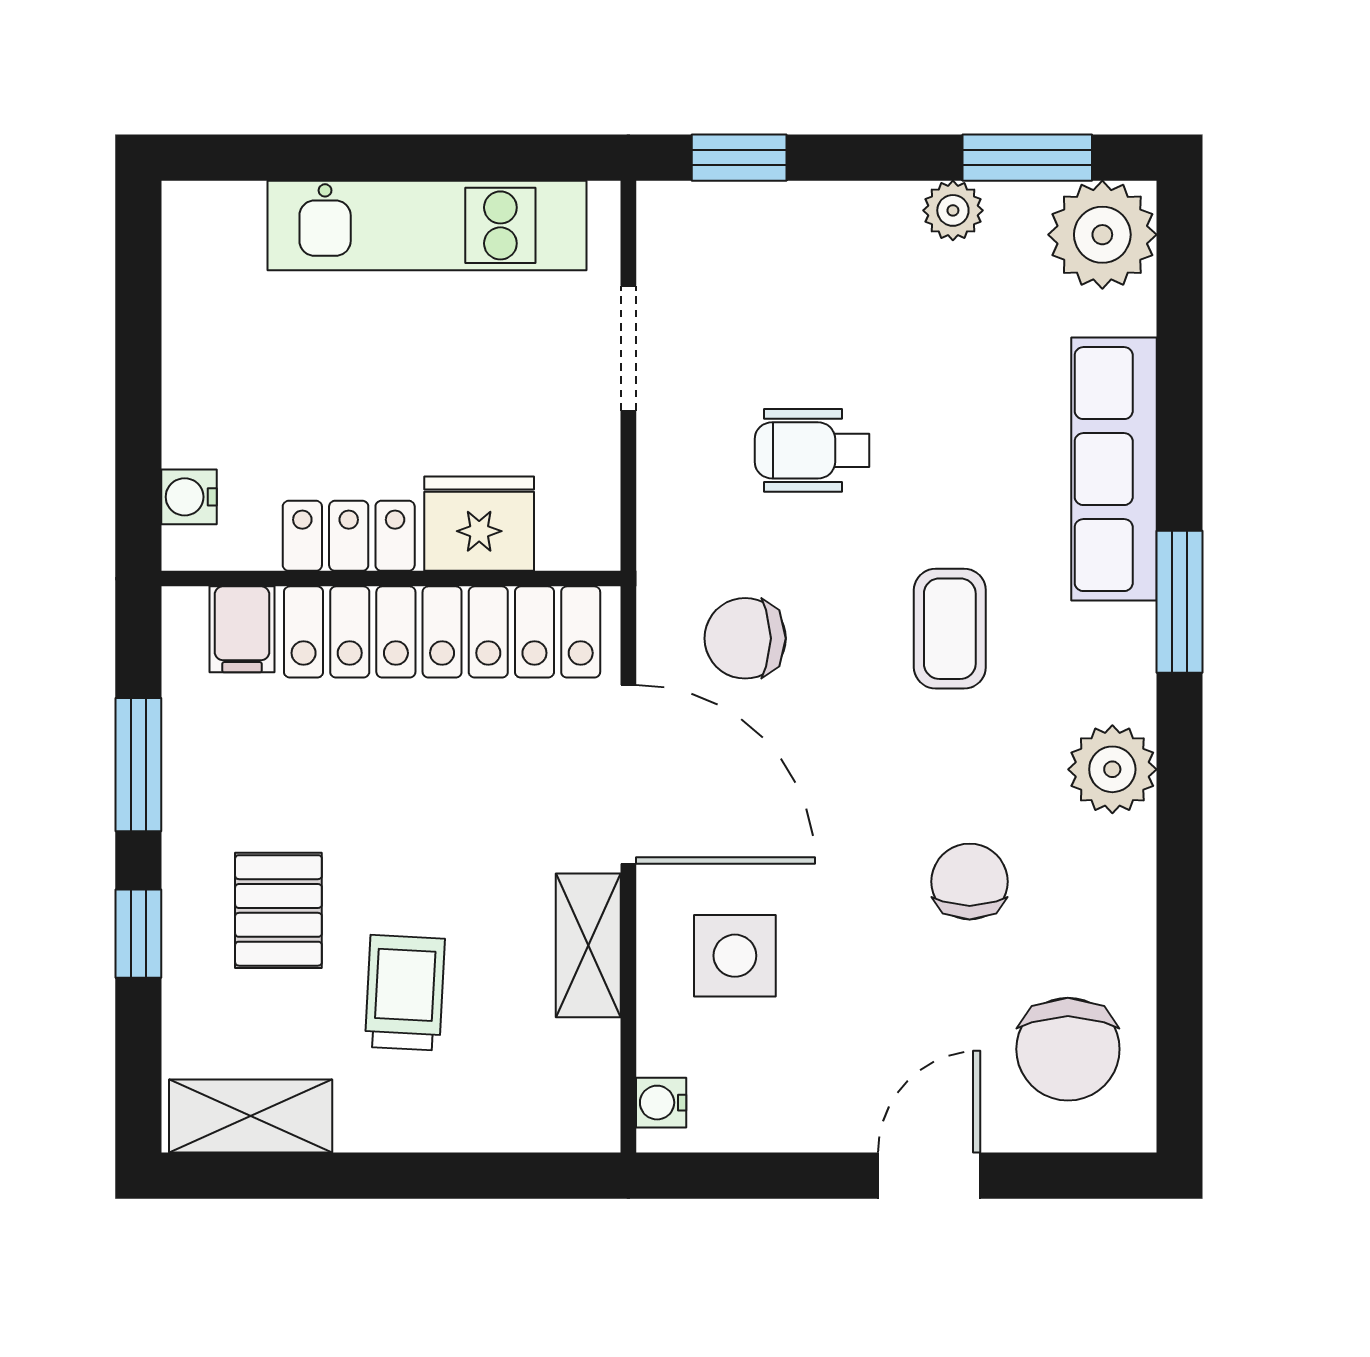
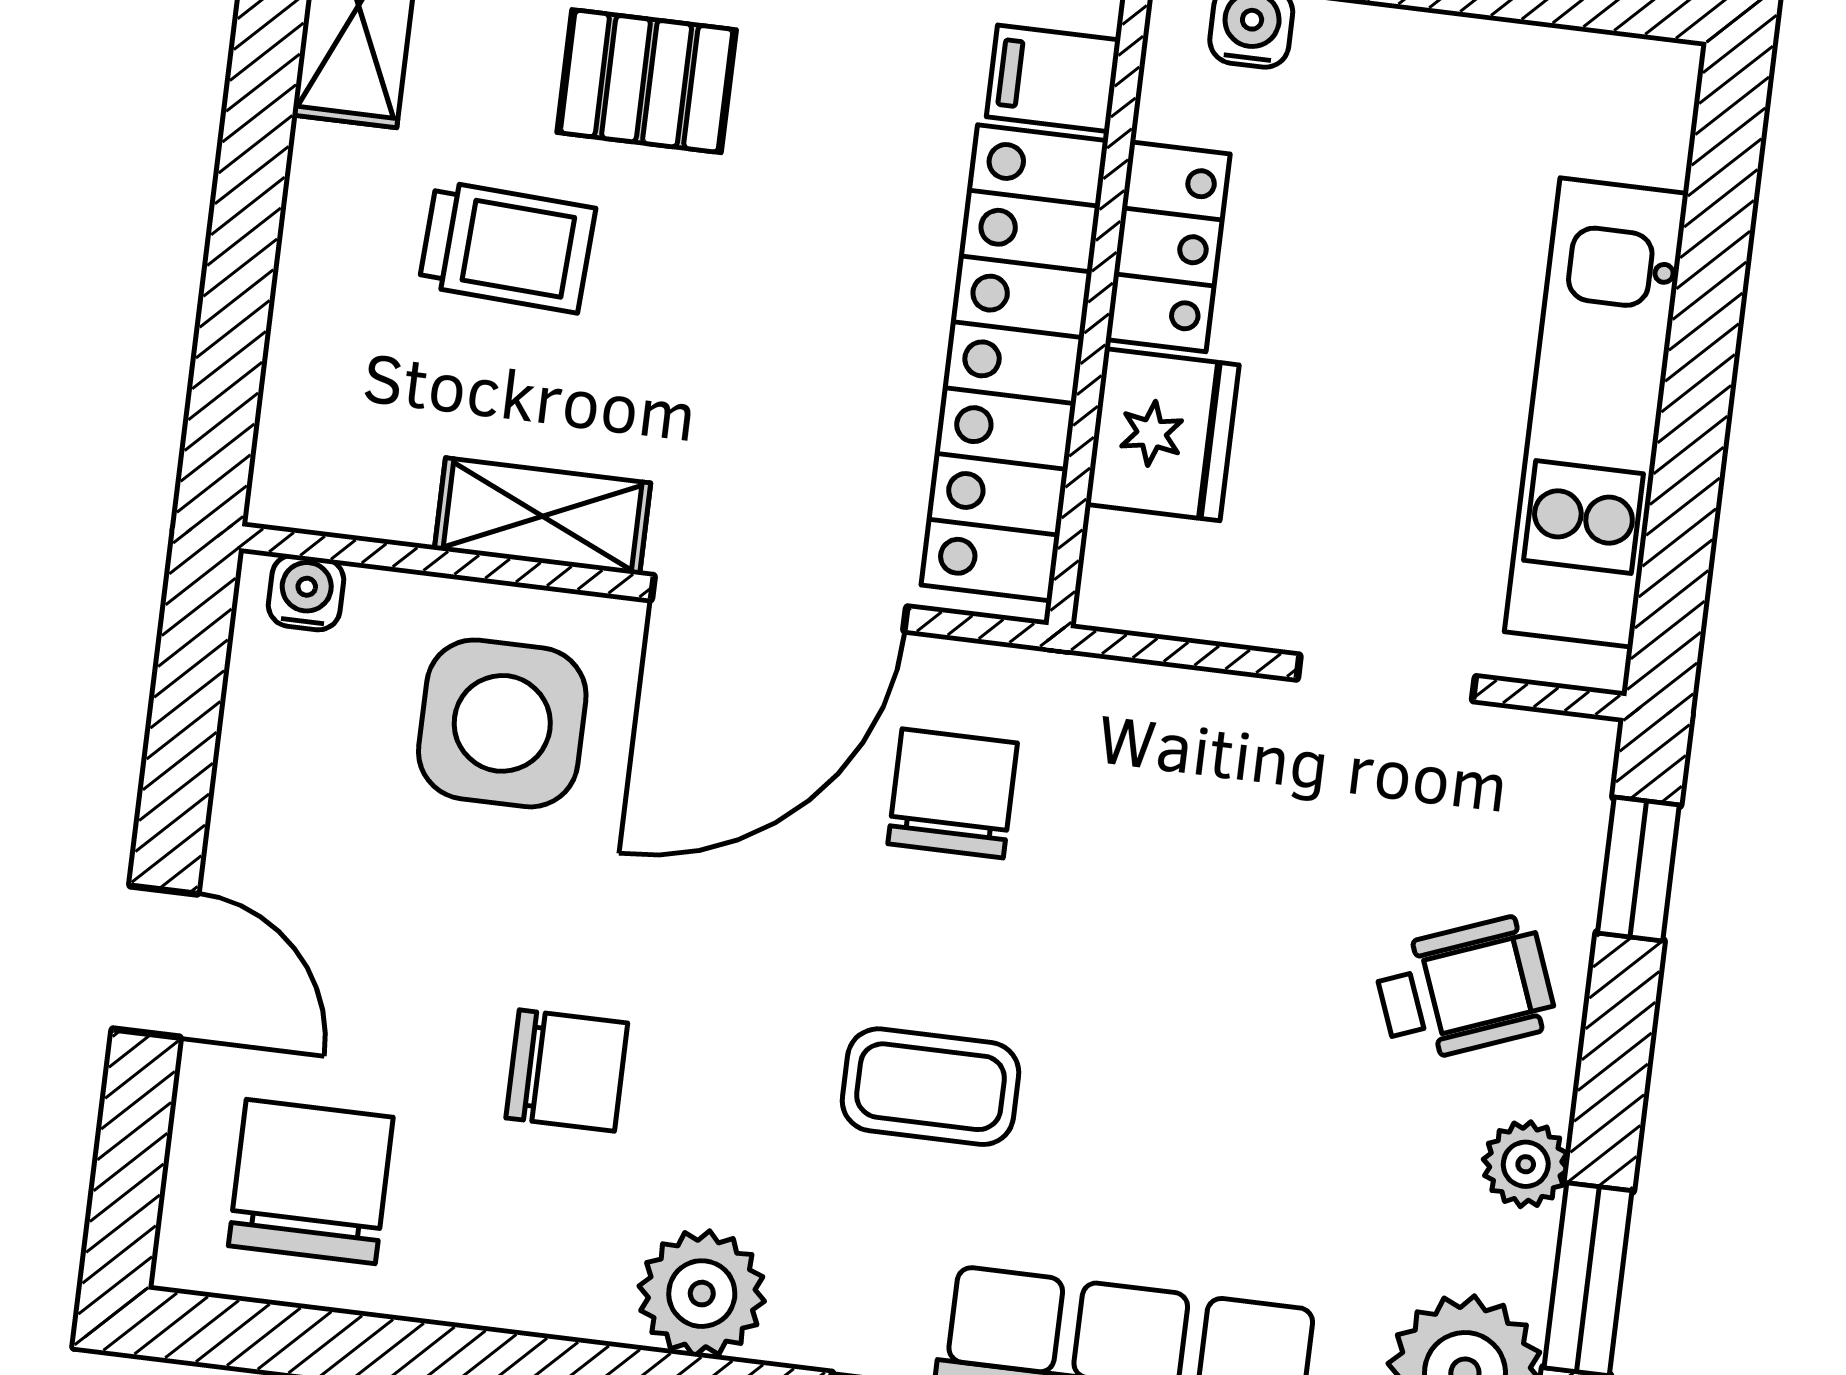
wheelchair: (812, 450) -> (1465, 989), moved, turned 69
side table: (735, 956) -> (502, 723), width x1.37, depth x1.37
chair: (1068, 1049) -> (311, 1181), turned 90

